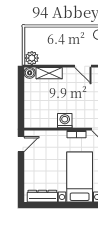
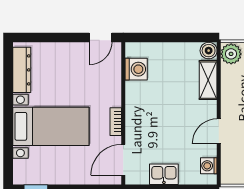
washing machine: (65, 121) -> (136, 69), moved
door: (21, 144) -> (100, 38), hinge flipped

